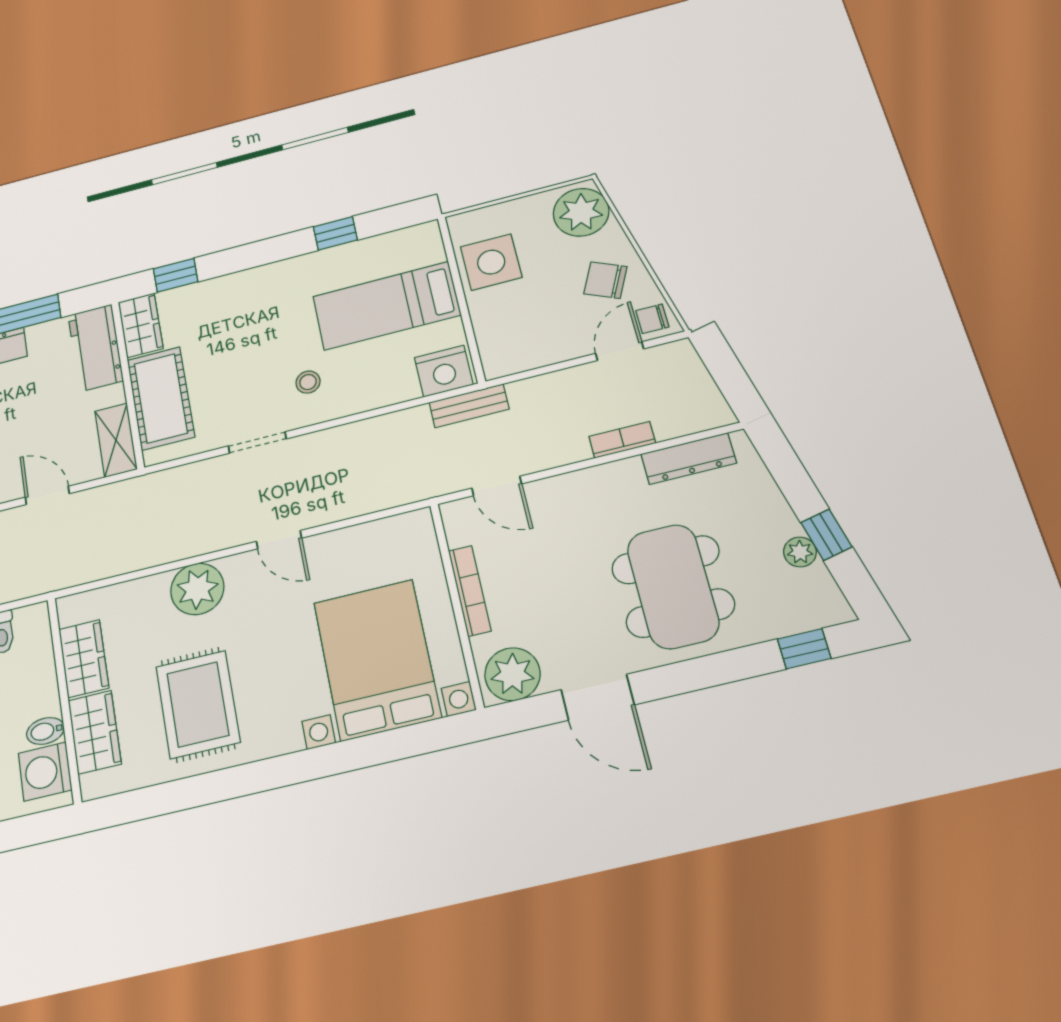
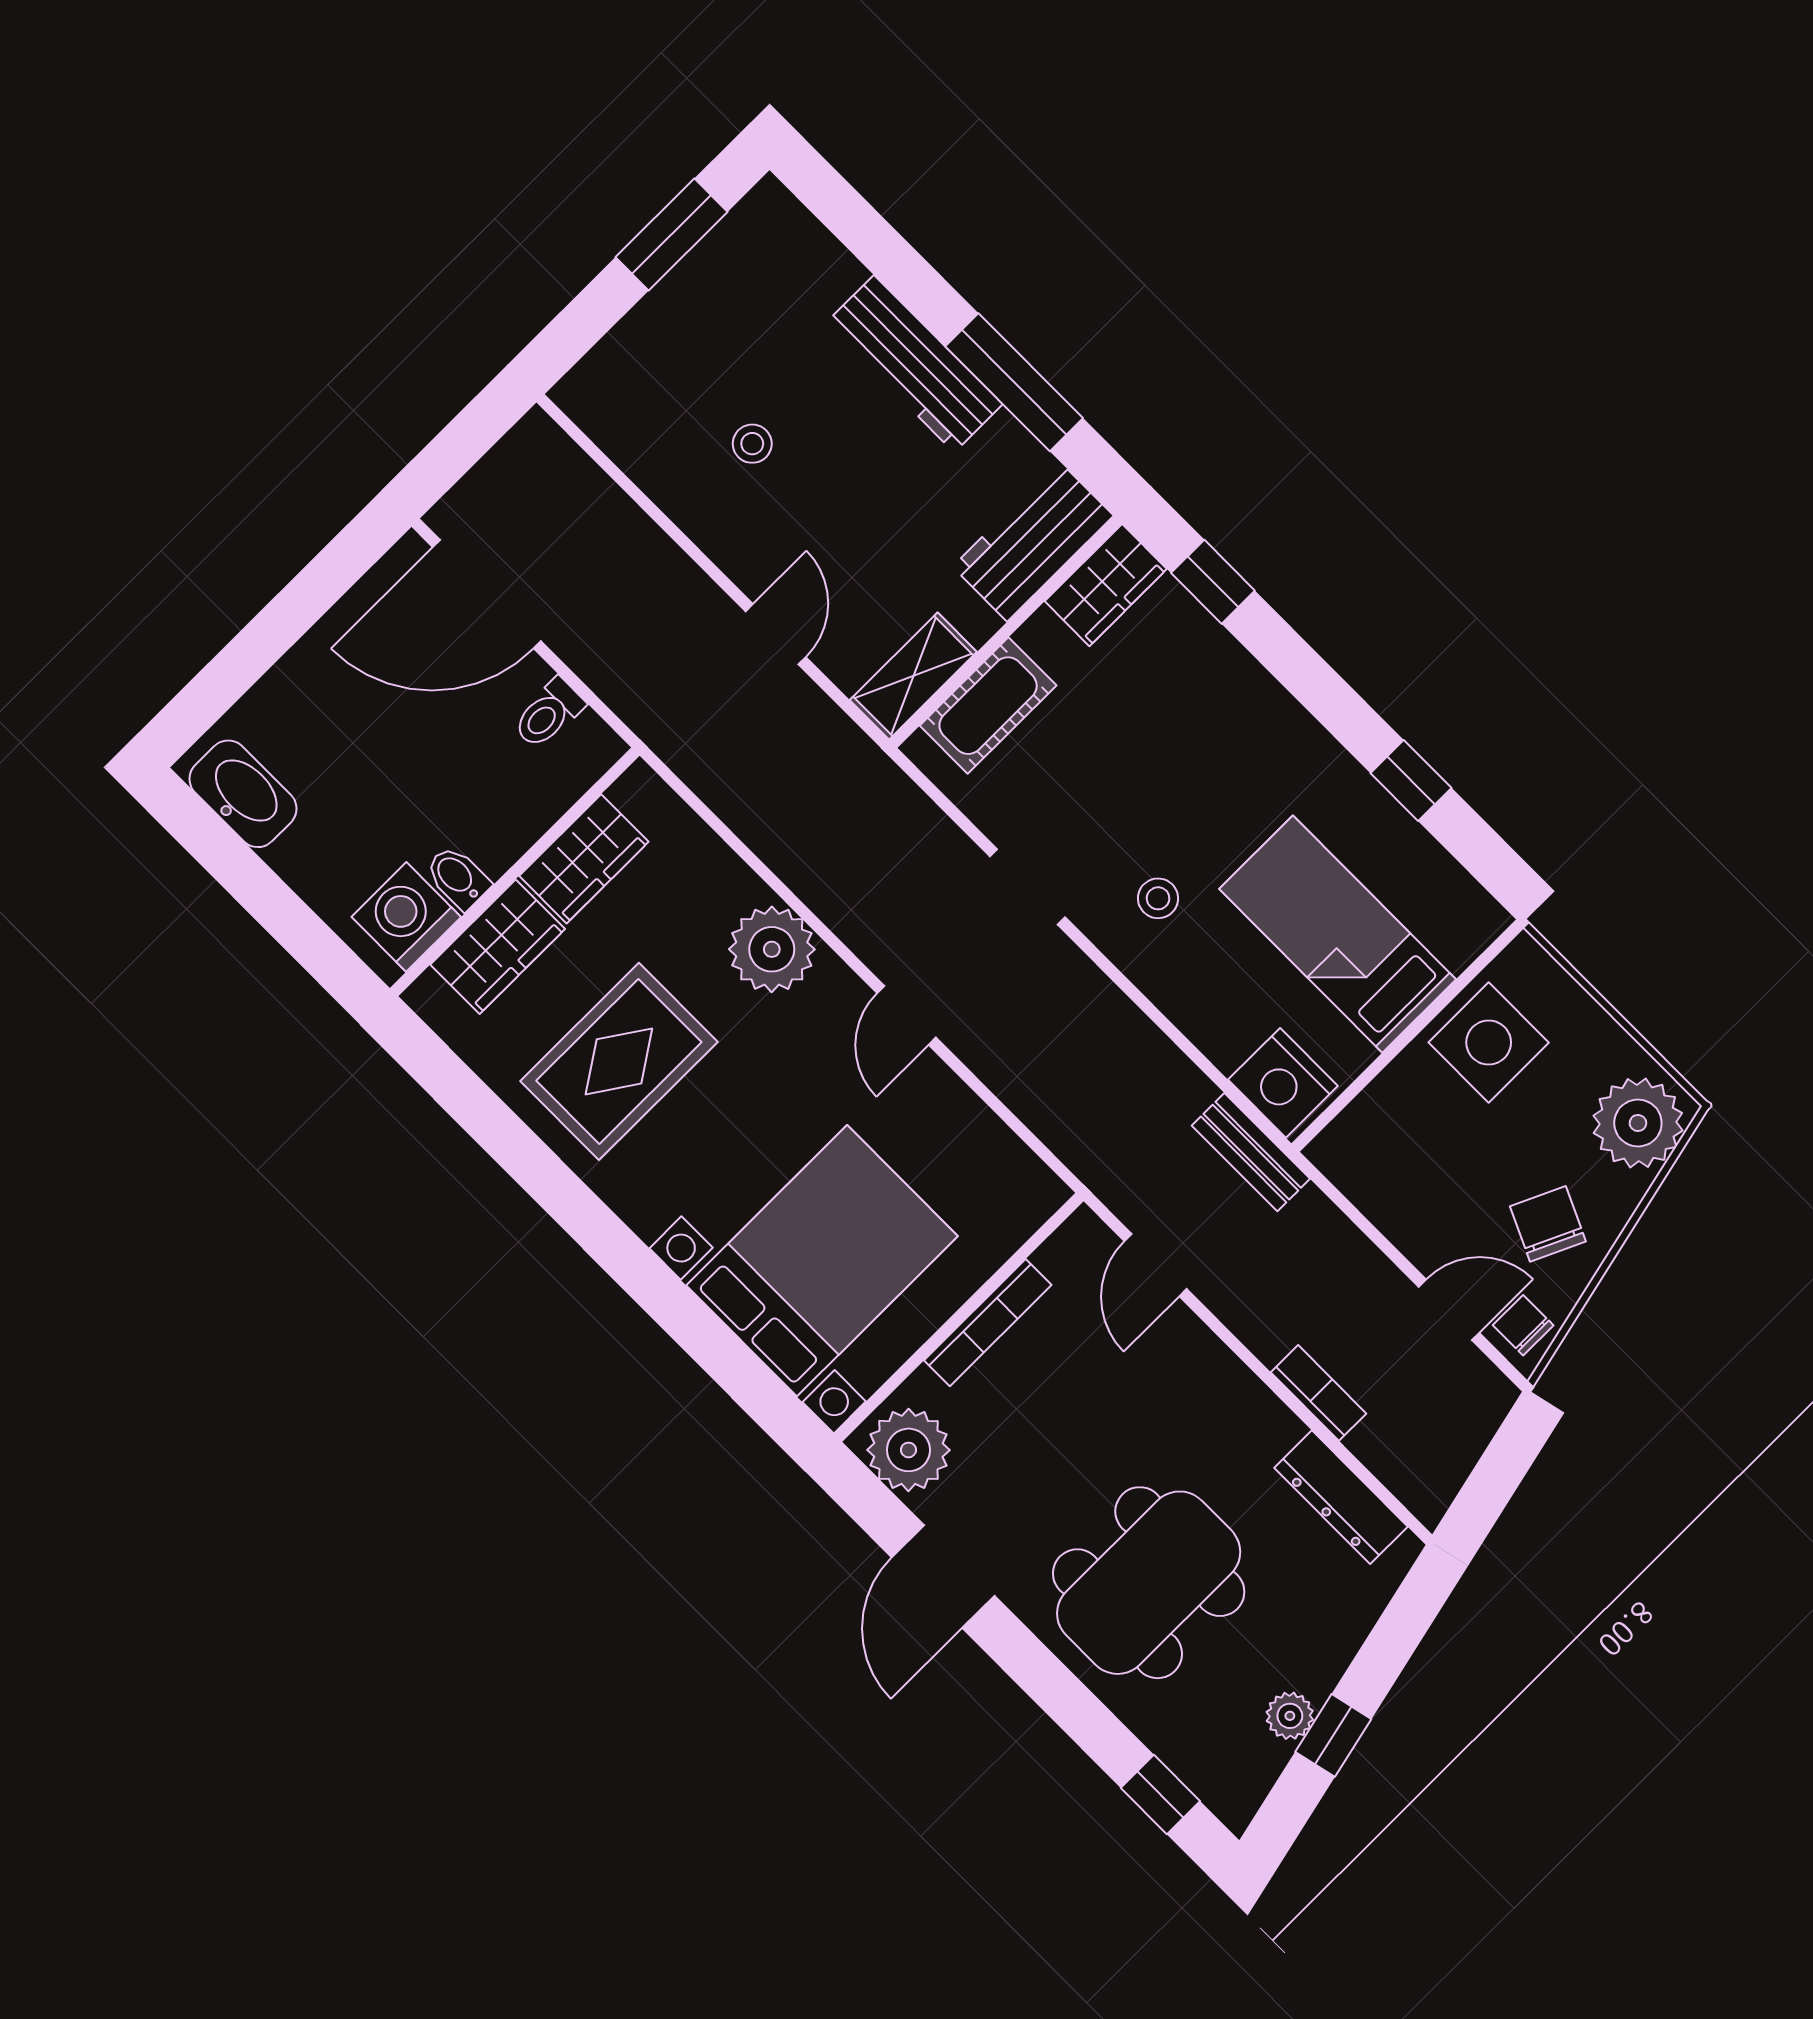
cot: (161, 398) -> (988, 706), width x0.73, depth x0.75

